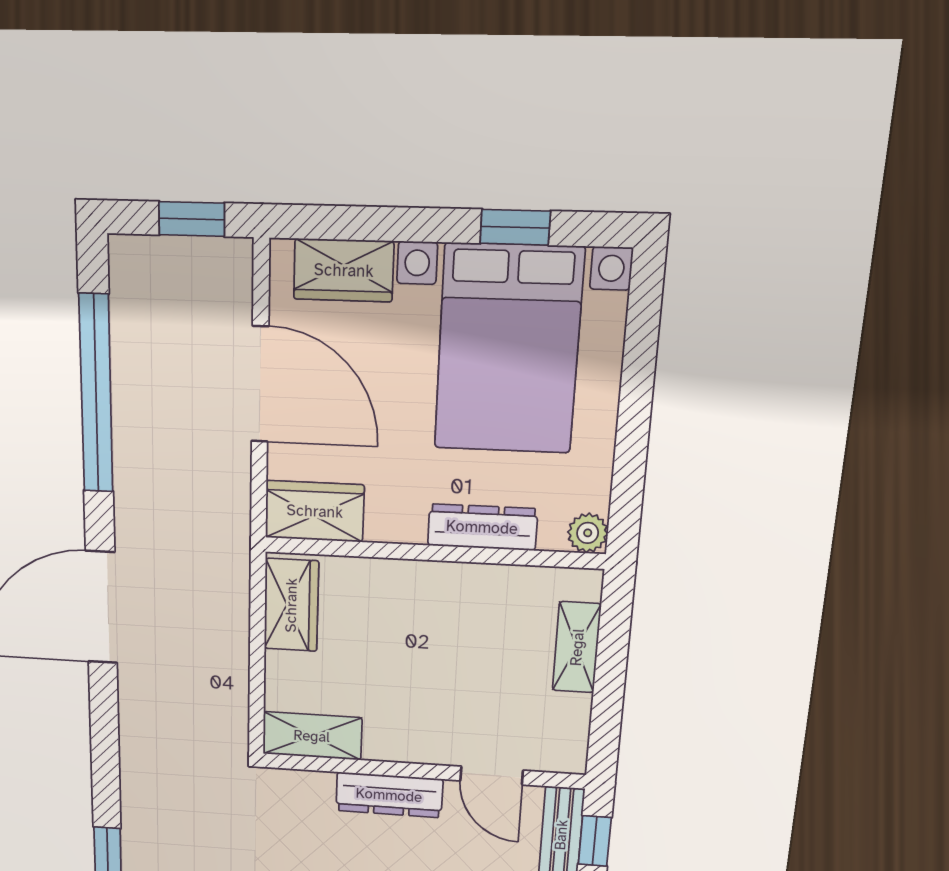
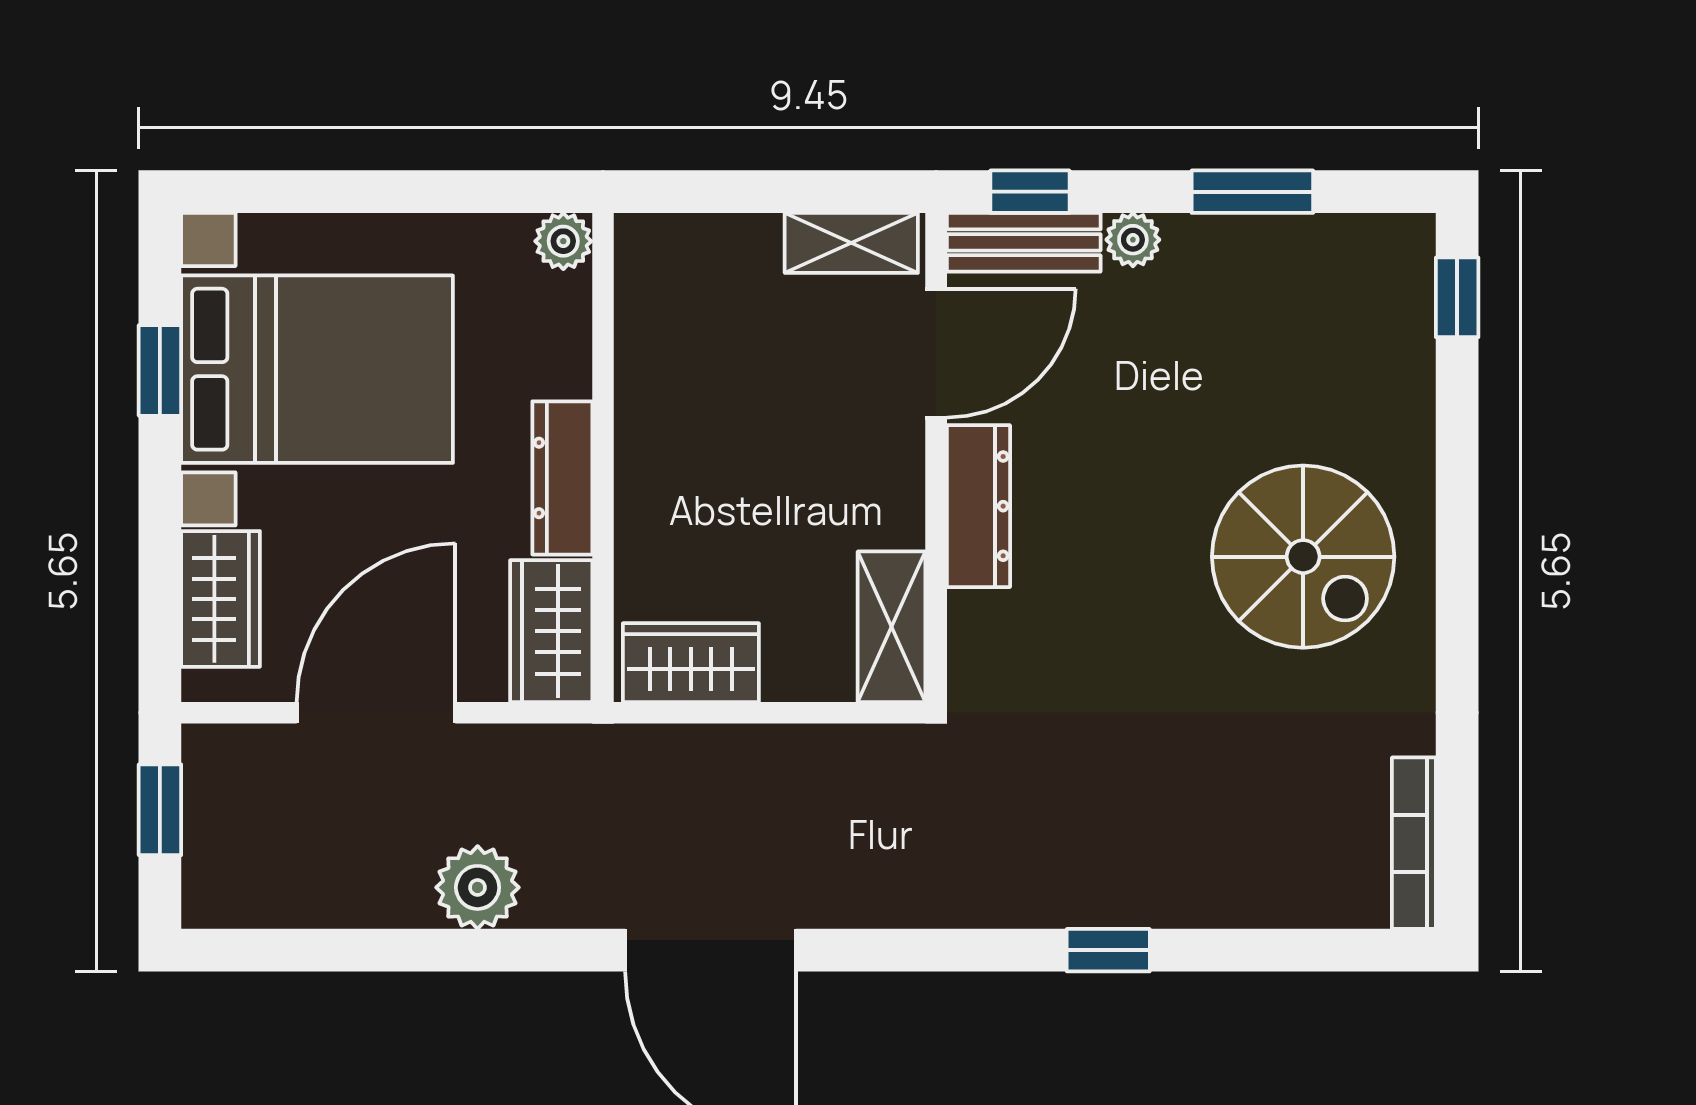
window: (96, 394) -> (399, 950), removed
plant: (140, 452) -> (478, 887), added
dresser: (482, 527) -> (562, 478), moved
shelving: (577, 647) -> (851, 243), moved
door: (492, 776) -> (936, 353), width x1.38

